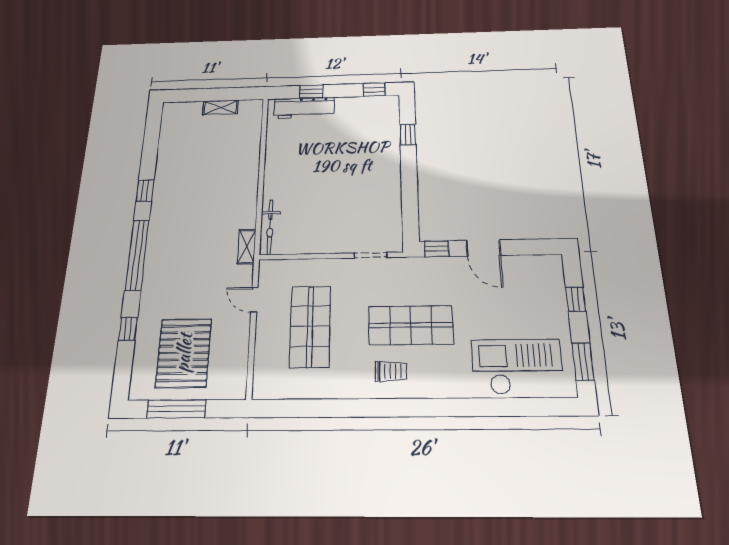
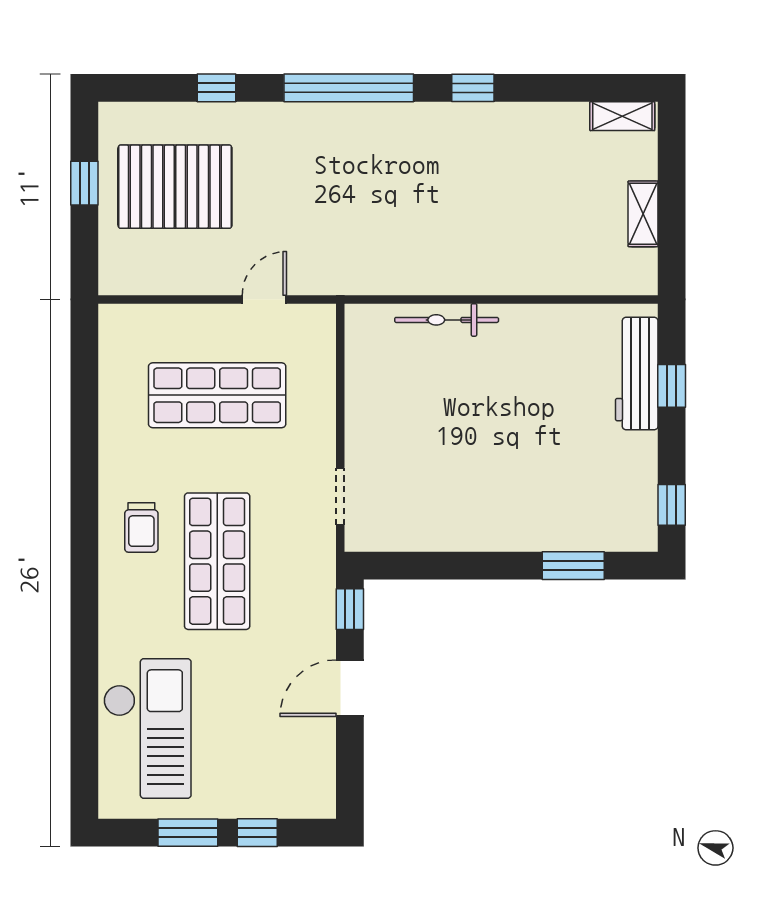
window: (408, 135) -> (573, 566), width x1.50
bicycle: (270, 227) -> (447, 320), moved
shelving: (247, 247) -> (622, 116), moved
window: (583, 362) -> (188, 833), moved
window: (176, 409) -> (84, 183), width x0.46

